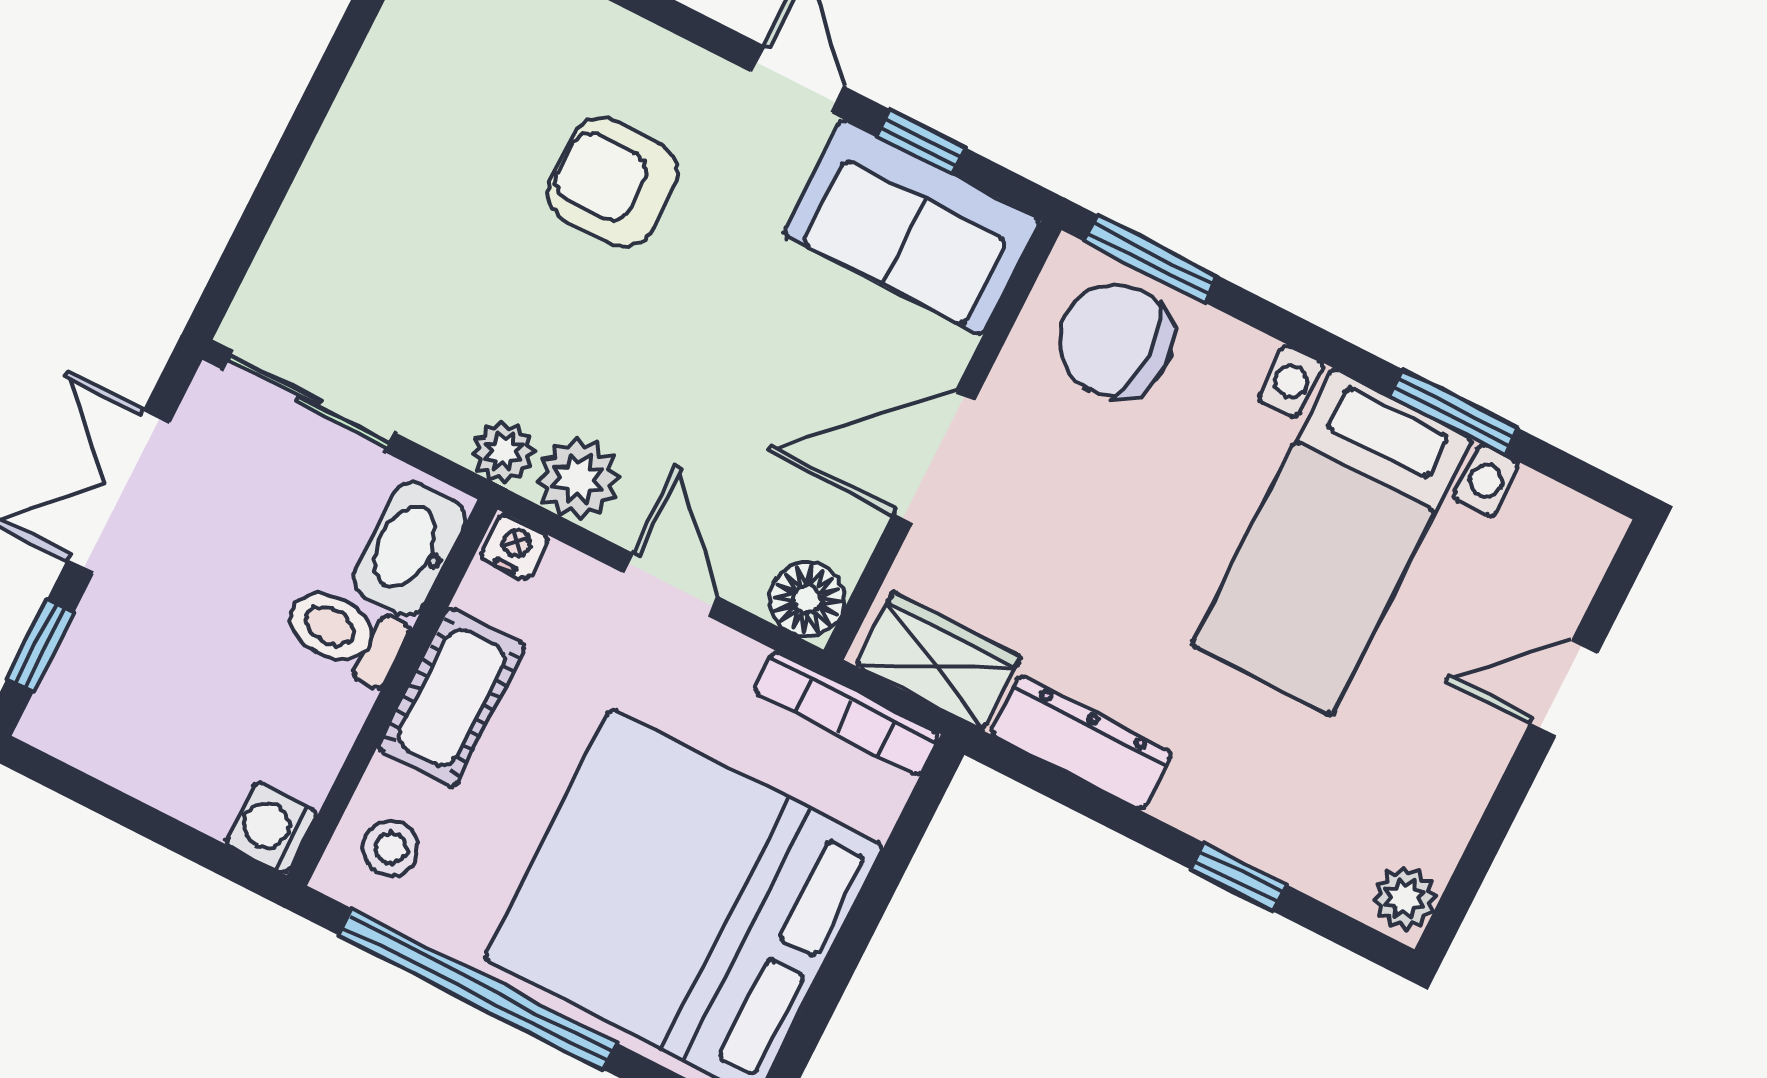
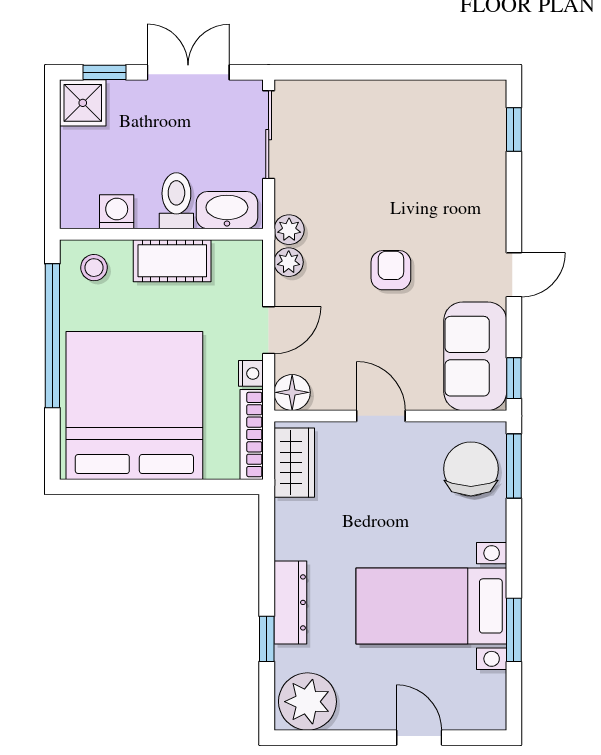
window: (921, 142) -> (514, 378), moved
armchair: (613, 182) -> (391, 270), moved, width x0.72, depth x0.72
door: (934, 457) -> (381, 416), width x0.73
plant: (578, 479) -> (289, 262), width x0.73, depth x0.73
nightstand: (515, 547) -> (251, 373), moved
shower: (76, 715) -> (83, 103), added
dresser: (1081, 743) -> (290, 602), moved
washing machine: (271, 828) -> (117, 212), moved
plant: (1405, 898) -> (307, 702), width x1.87, depth x1.87

